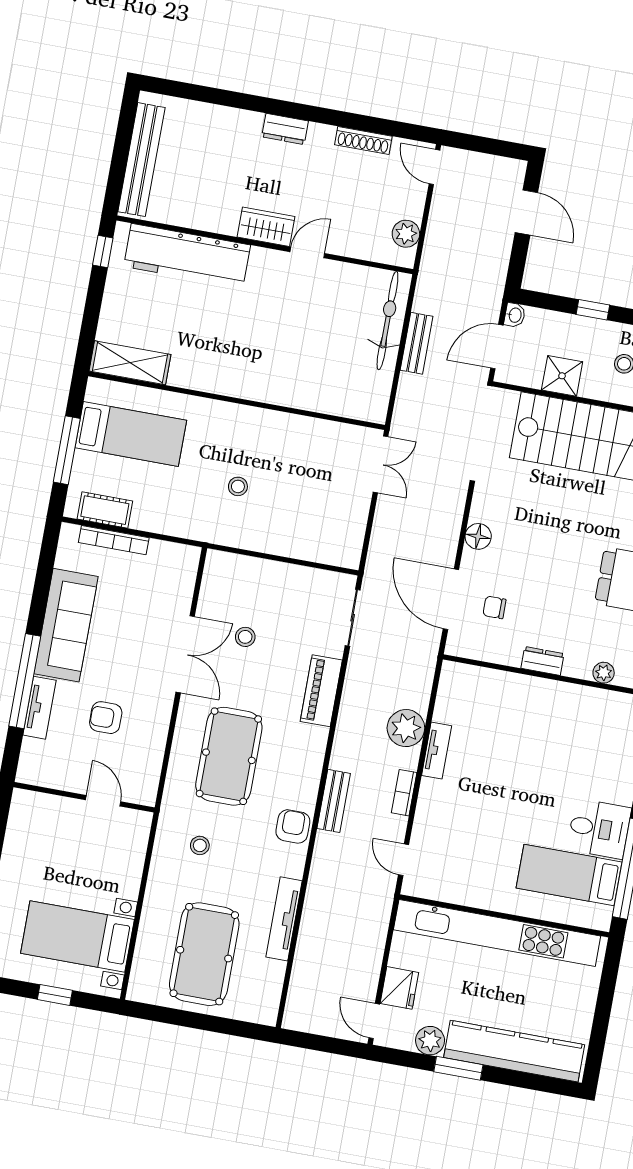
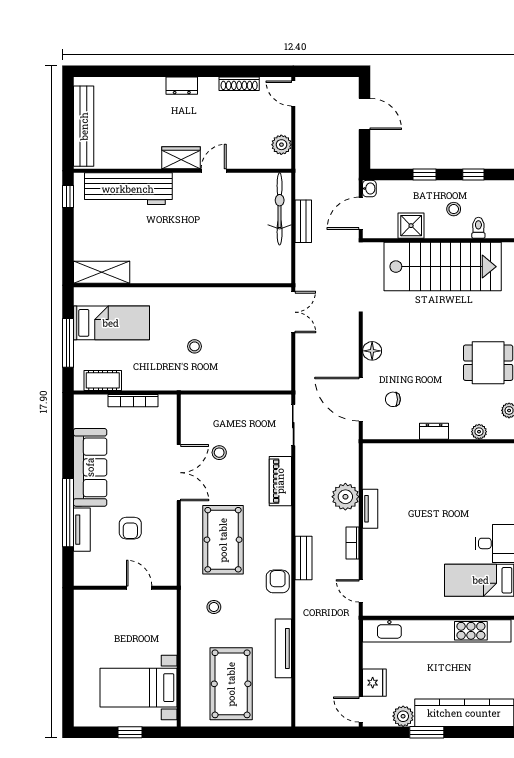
bookcase: (114, 540) -> (133, 401), moved
armchair: (106, 718) -> (130, 528), turned -90

